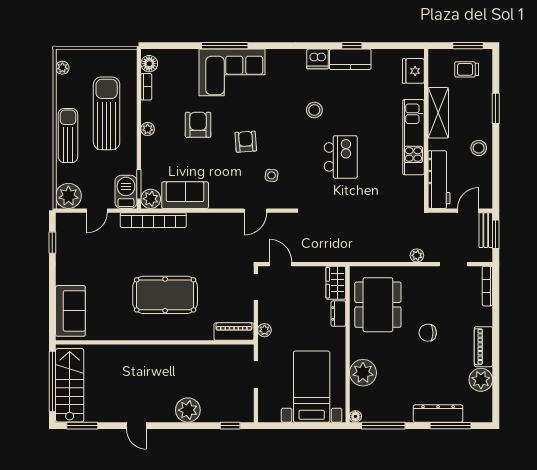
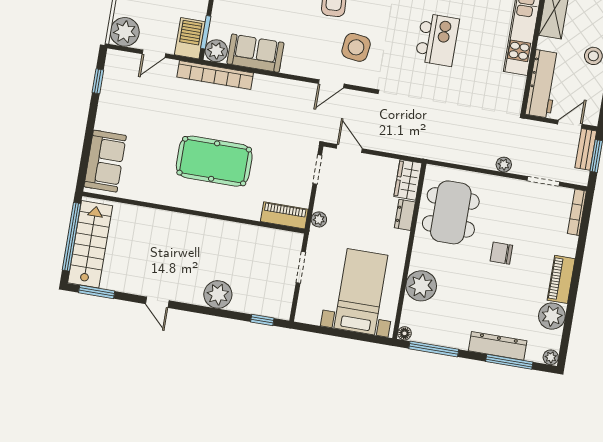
side table: (272, 175) -> (356, 47), width x1.87, depth x1.87
plant: (486, 416) -> (551, 357), added

